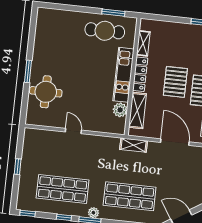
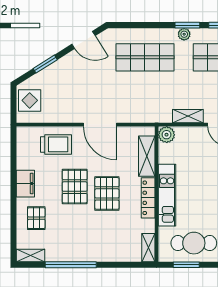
shelving: (143, 43) -> (148, 248), moved
plant: (120, 110) -> (167, 135), moved
shelving: (134, 145) -> (188, 116), moved

